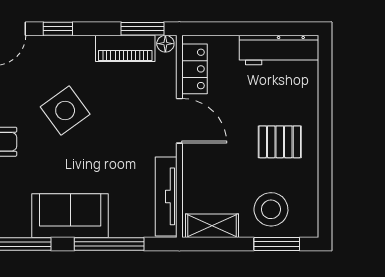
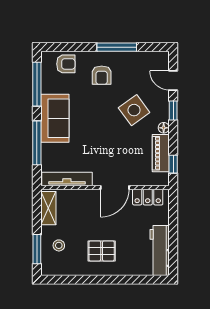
window: (143, 29) -> (173, 164), width x0.67
floor lamp: (165, 44) -> (164, 128), moved
side table: (65, 111) -> (134, 110), moved
pallet: (280, 142) -> (102, 251), turned 90
stool: (271, 209) -> (59, 245), width x0.53, depth x0.53

